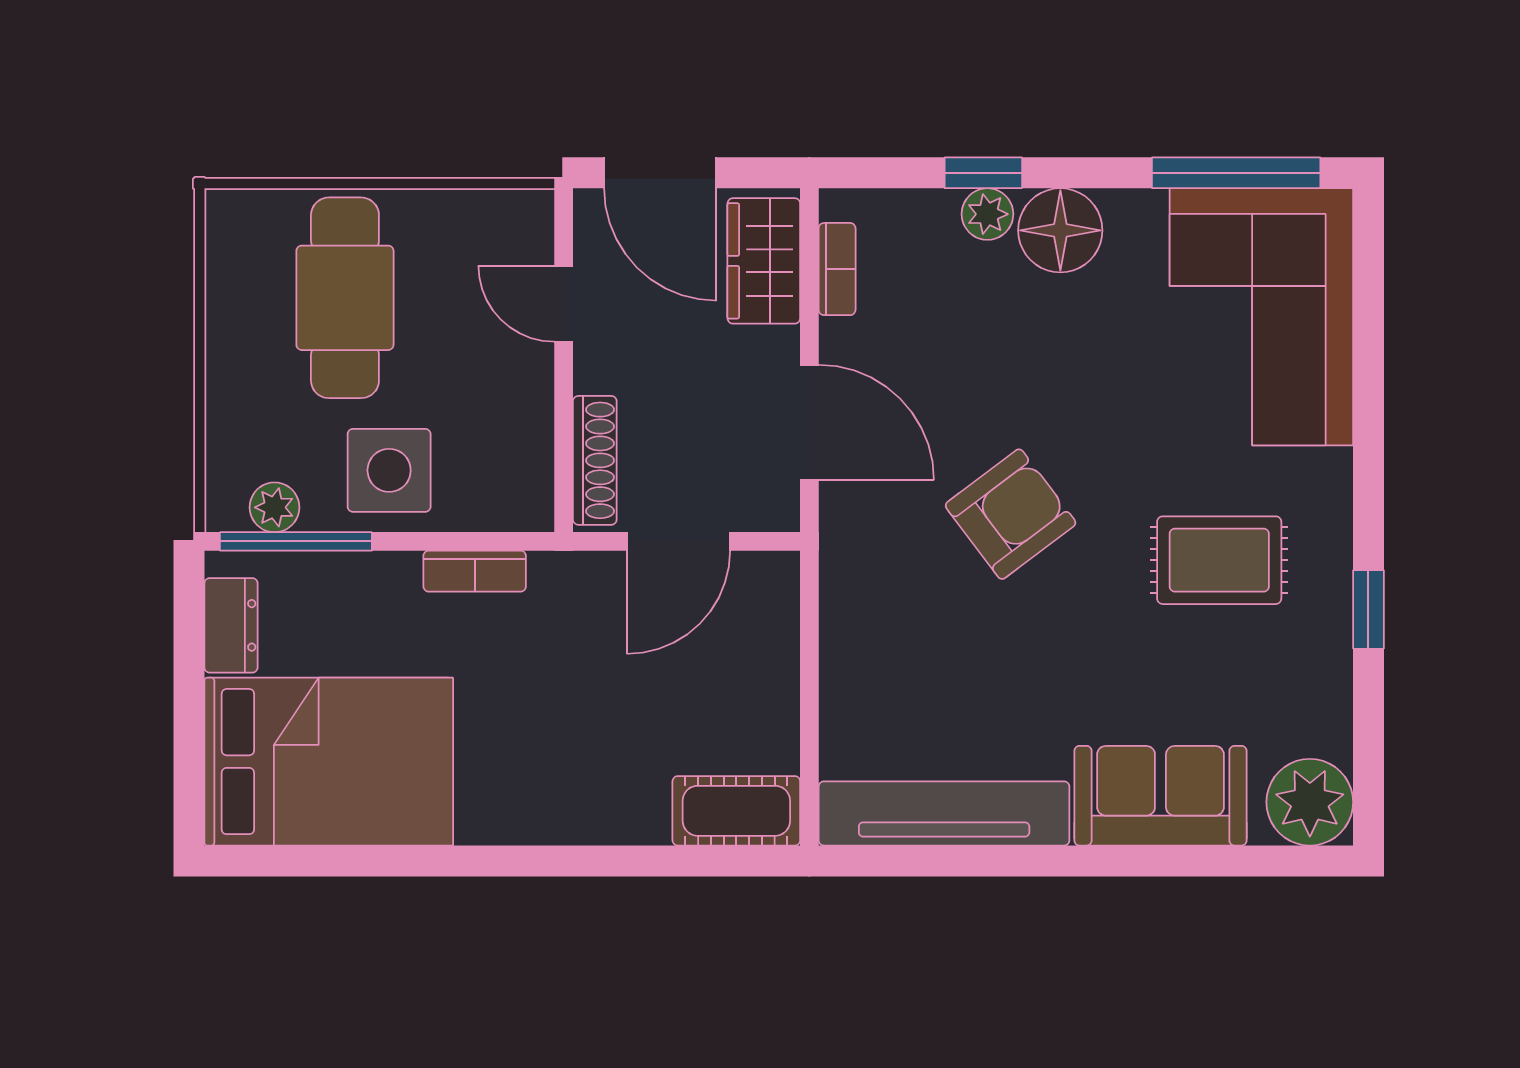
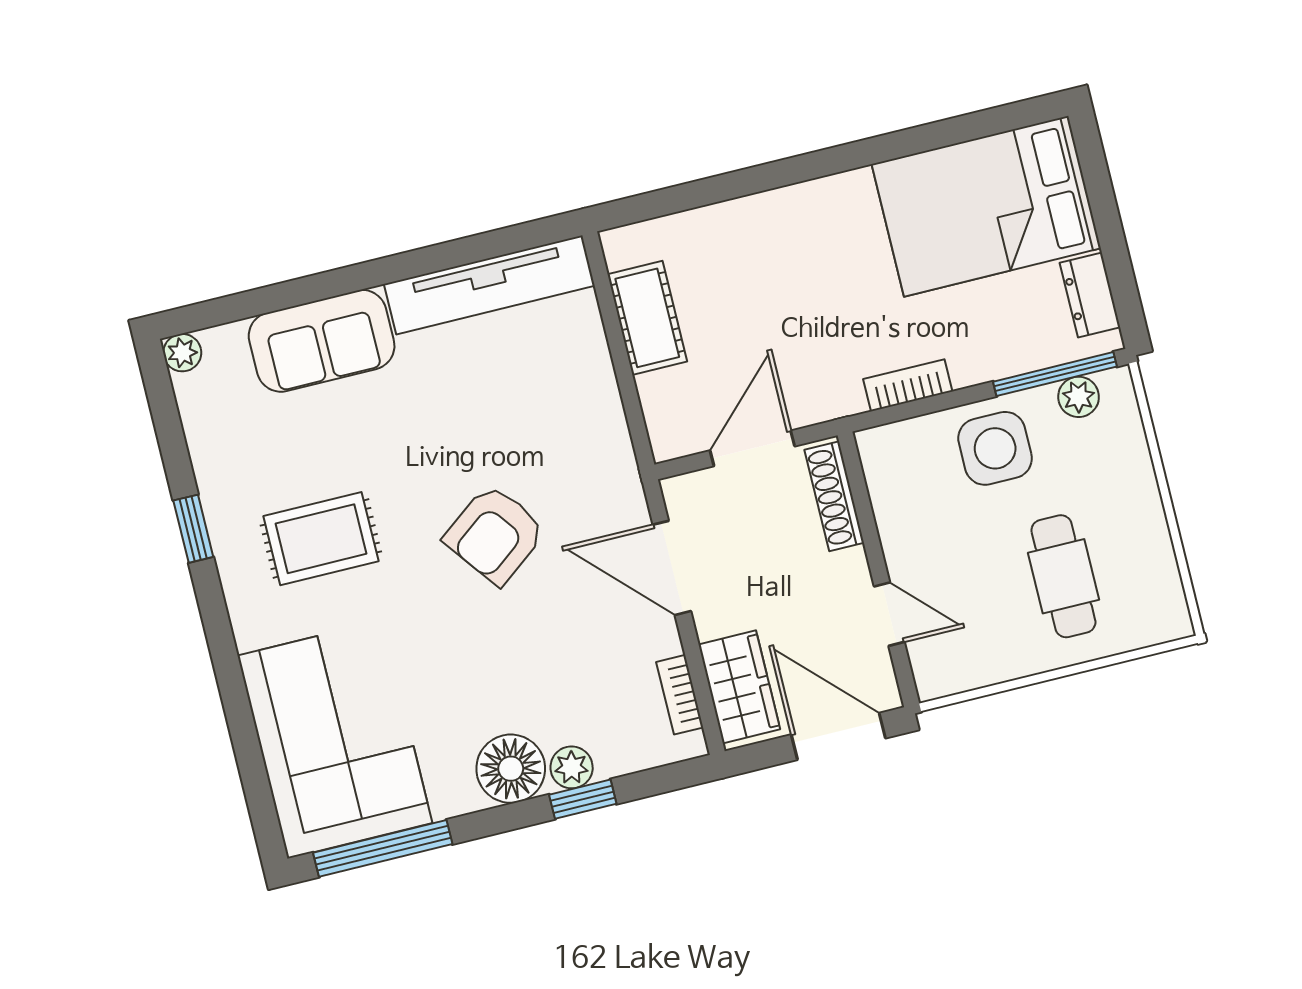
cafe table: (345, 298) -> (1063, 576), width x0.73, depth x0.74
plant: (1310, 802) -> (182, 353), width x0.53, depth x0.53
cot: (736, 811) -> (647, 318), moved, turned 90

